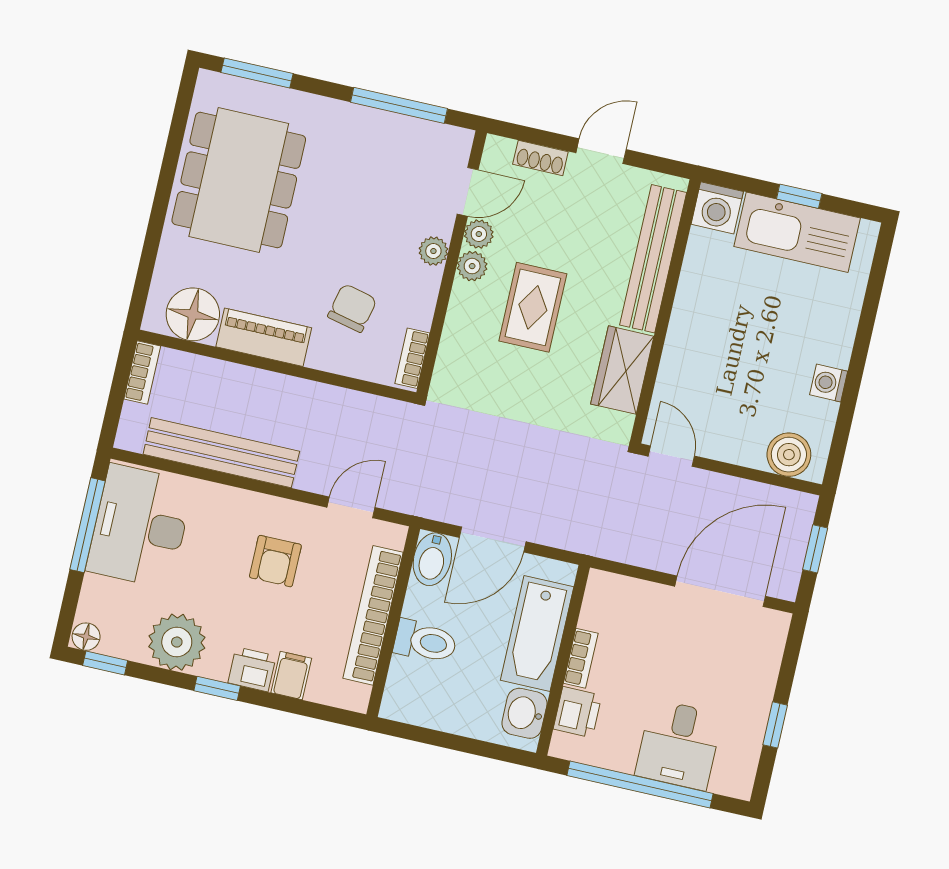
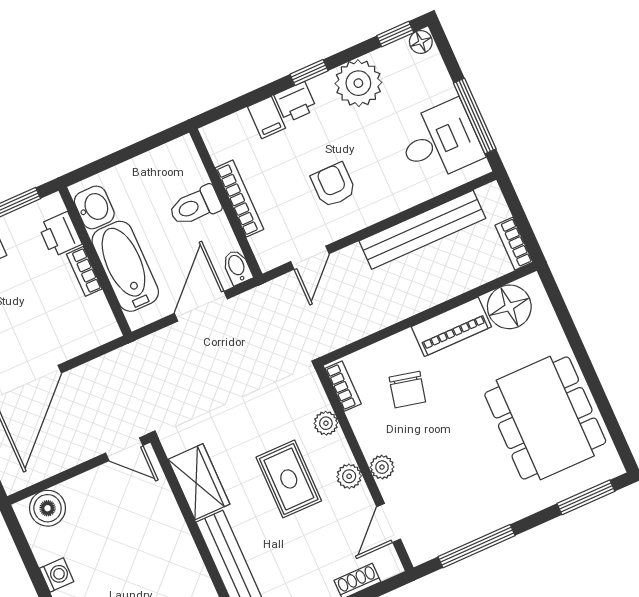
plant: (479, 234) -> (326, 423), moved
desk: (140, 526) -> (440, 141), width x0.73
bidet: (432, 559) -> (237, 267), width x0.72, depth x0.74
bookcase: (373, 615) -> (240, 199), width x0.68, depth x0.76

